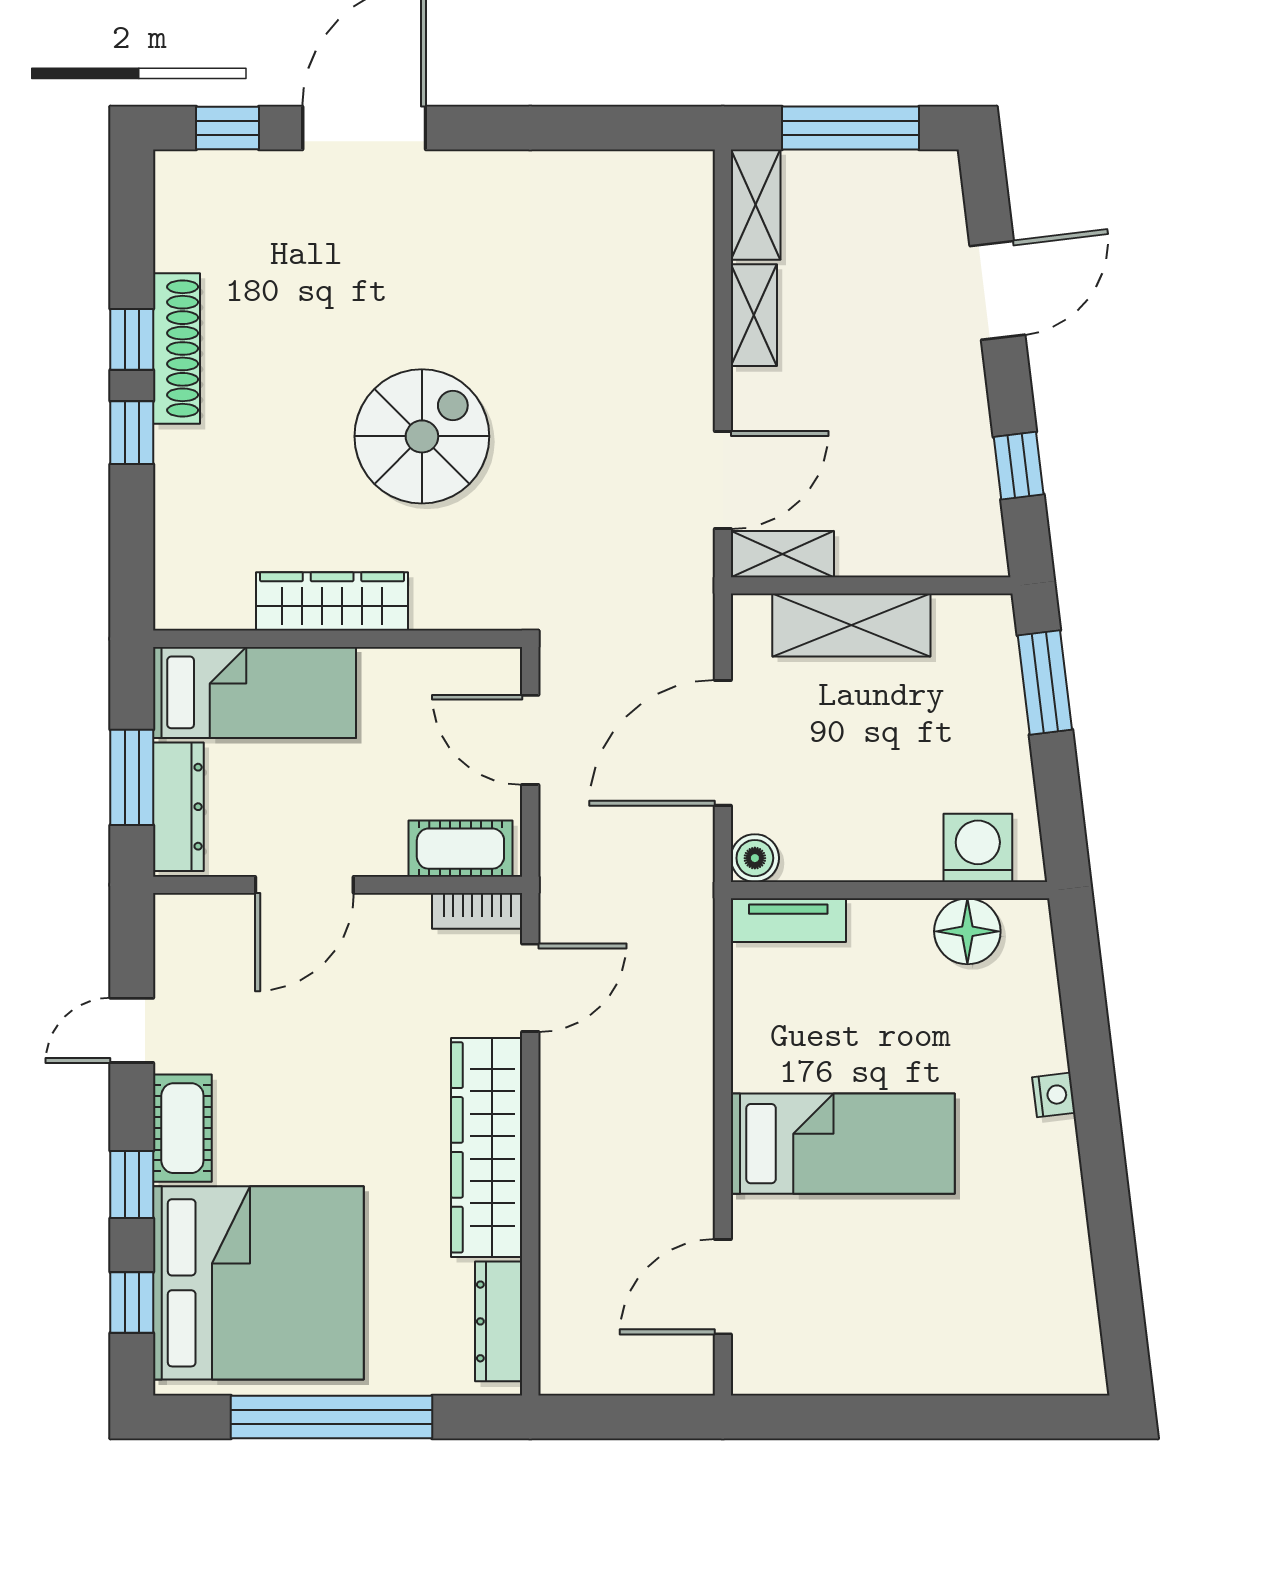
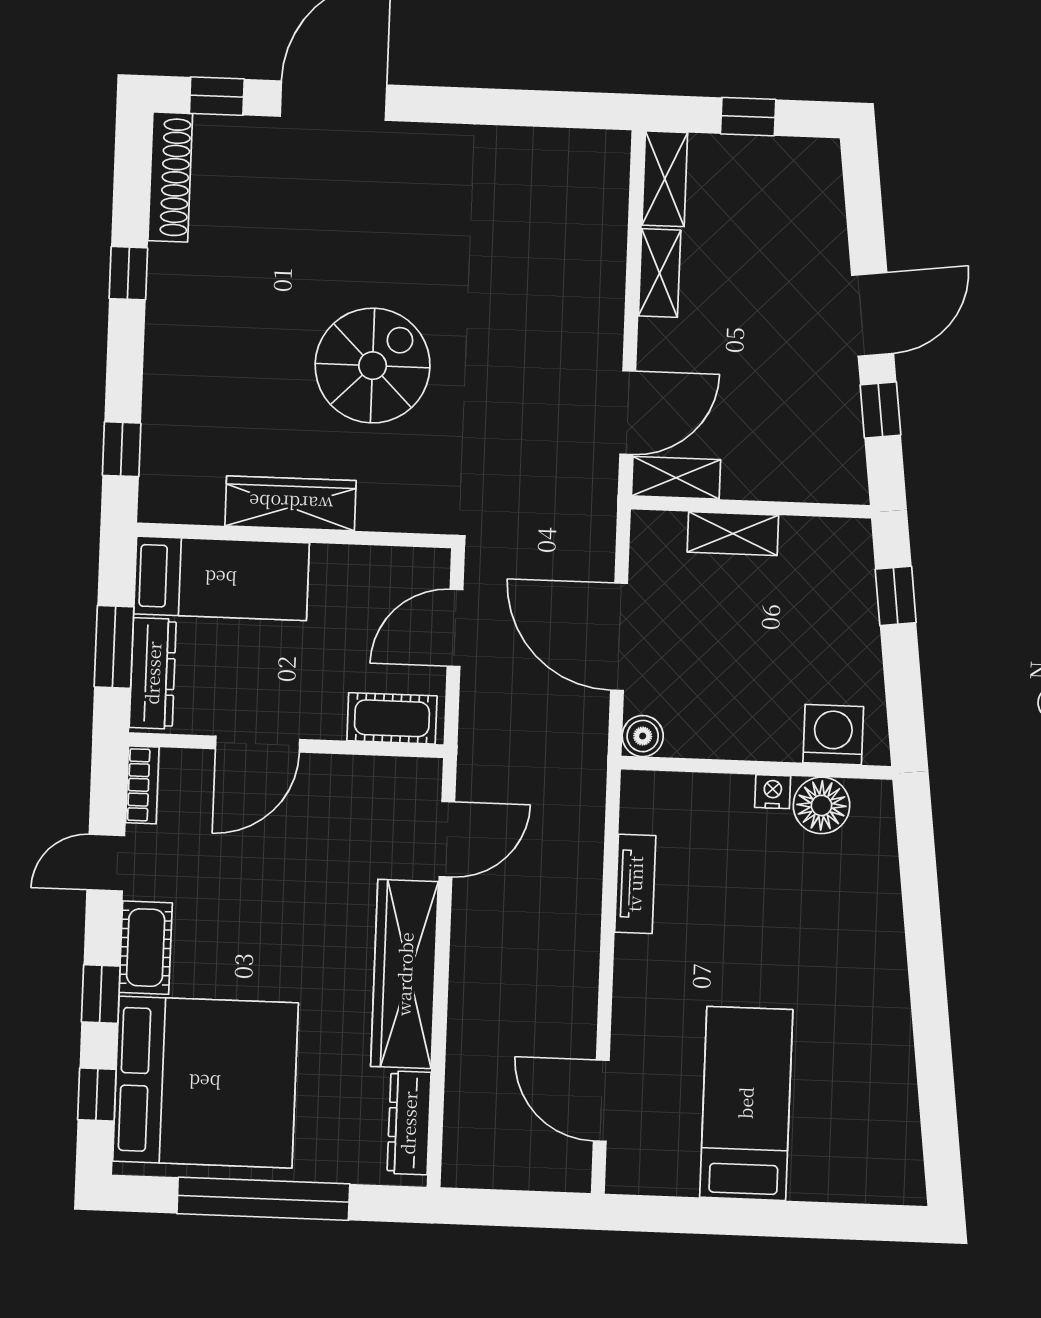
window: (850, 128) -> (748, 117), width x0.46
door: (997, 290) -> (873, 314), moved
shoe rack: (177, 348) -> (170, 177), moved
window: (132, 433) -> (122, 449), moved
shelving: (851, 625) -> (733, 534), width x0.67, depth x0.75
window: (1045, 683) -> (896, 596), width x0.67
door: (530, 740) -> (455, 628), hinge flipped
door: (723, 743) -> (619, 637), hinge flipped
bookcase: (477, 911) -> (142, 785), moved, turned -90
tv unit: (788, 920) -> (635, 884), moved, turned -90
nightstand: (1054, 1095) -> (773, 792), moved, turned -83
bed: (843, 1144) -> (746, 1103), moved, turned -90
door: (723, 1287) -> (601, 1101), hinge flipped

